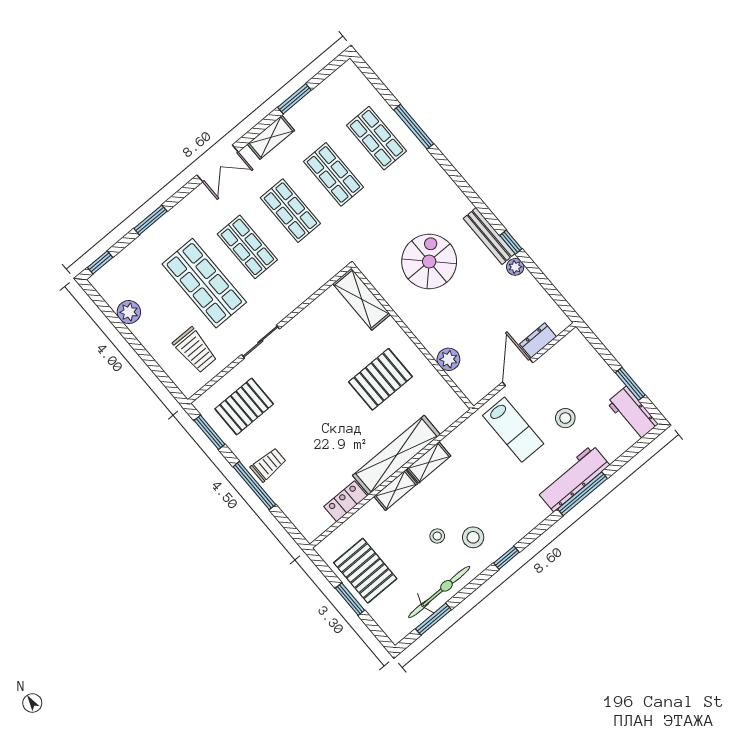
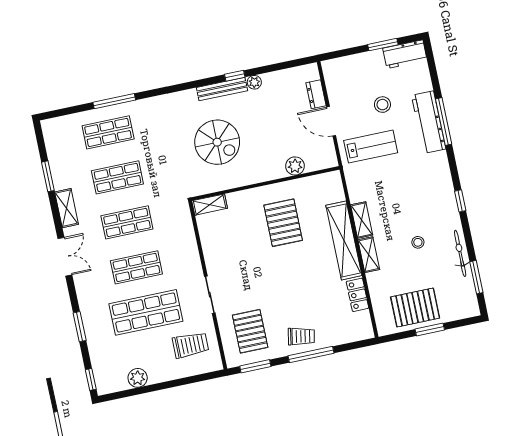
spiral stairs: (429, 261) -> (217, 142), turned 180
shelving: (362, 299) -> (210, 205), width x0.67, depth x0.75
trolley: (268, 465) -> (301, 336), turned 101
stool: (473, 537) -> (433, 217), removed
bicycle: (439, 592) -> (460, 253), width x0.73, depth x0.71

